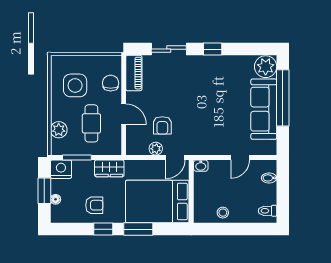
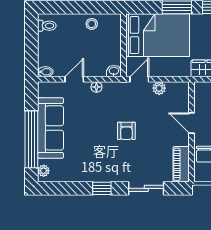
plant: (266, 67) -> (44, 171), width x0.53, depth x0.53
armchair: (162, 125) -> (126, 131), moved, turned 180
floor lamp: (218, 150) -> (96, 87), added
bidet: (269, 178) -> (45, 72), moved

